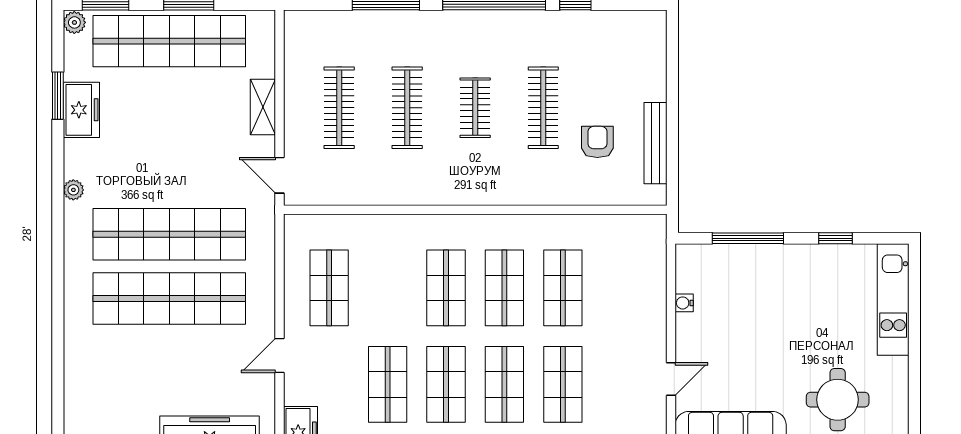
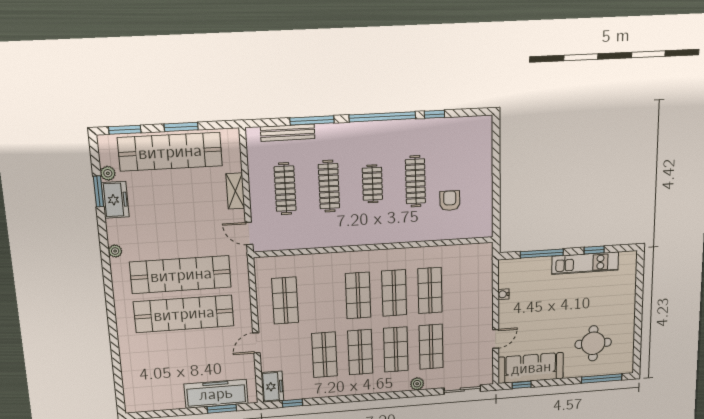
plant: (74, 22) -> (108, 173), moved
bench: (655, 143) -> (288, 133), moved, turned 90
kitchen unit: (893, 299) -> (585, 263), moved, turned -90

